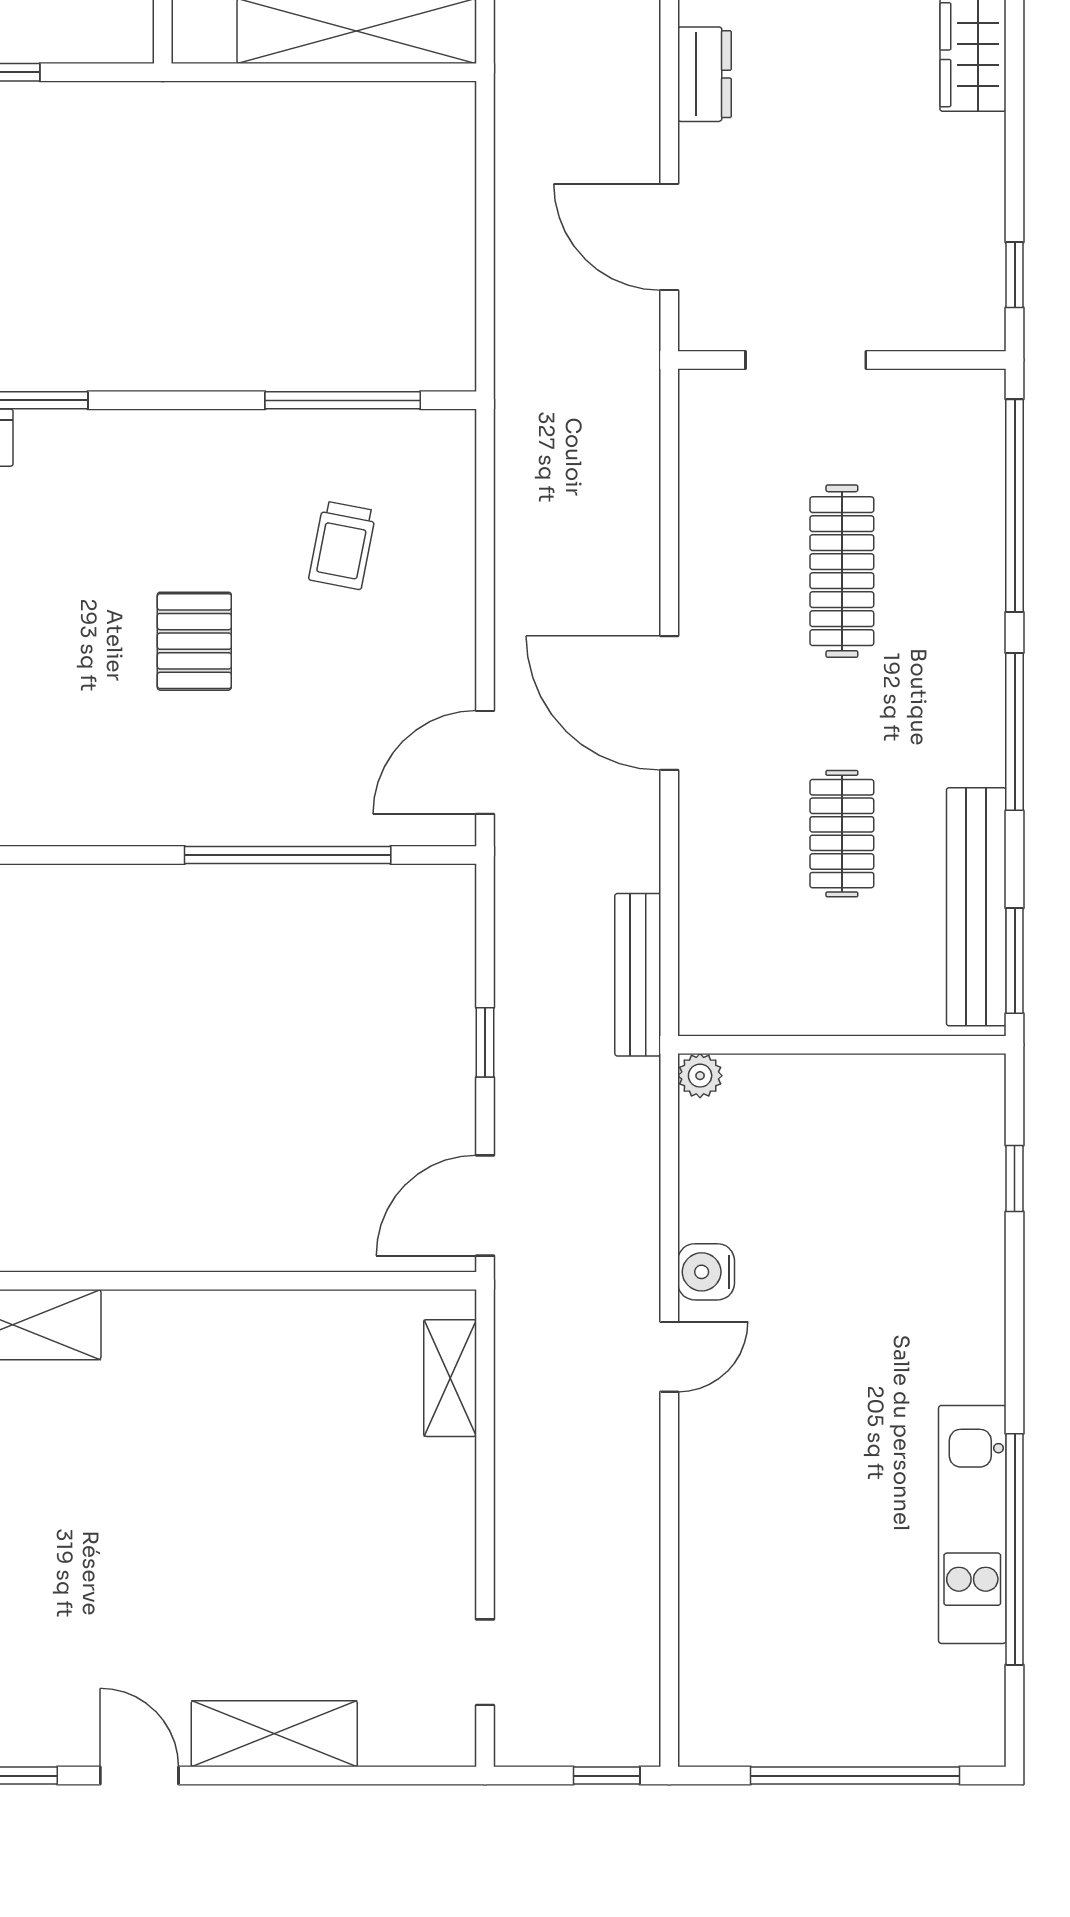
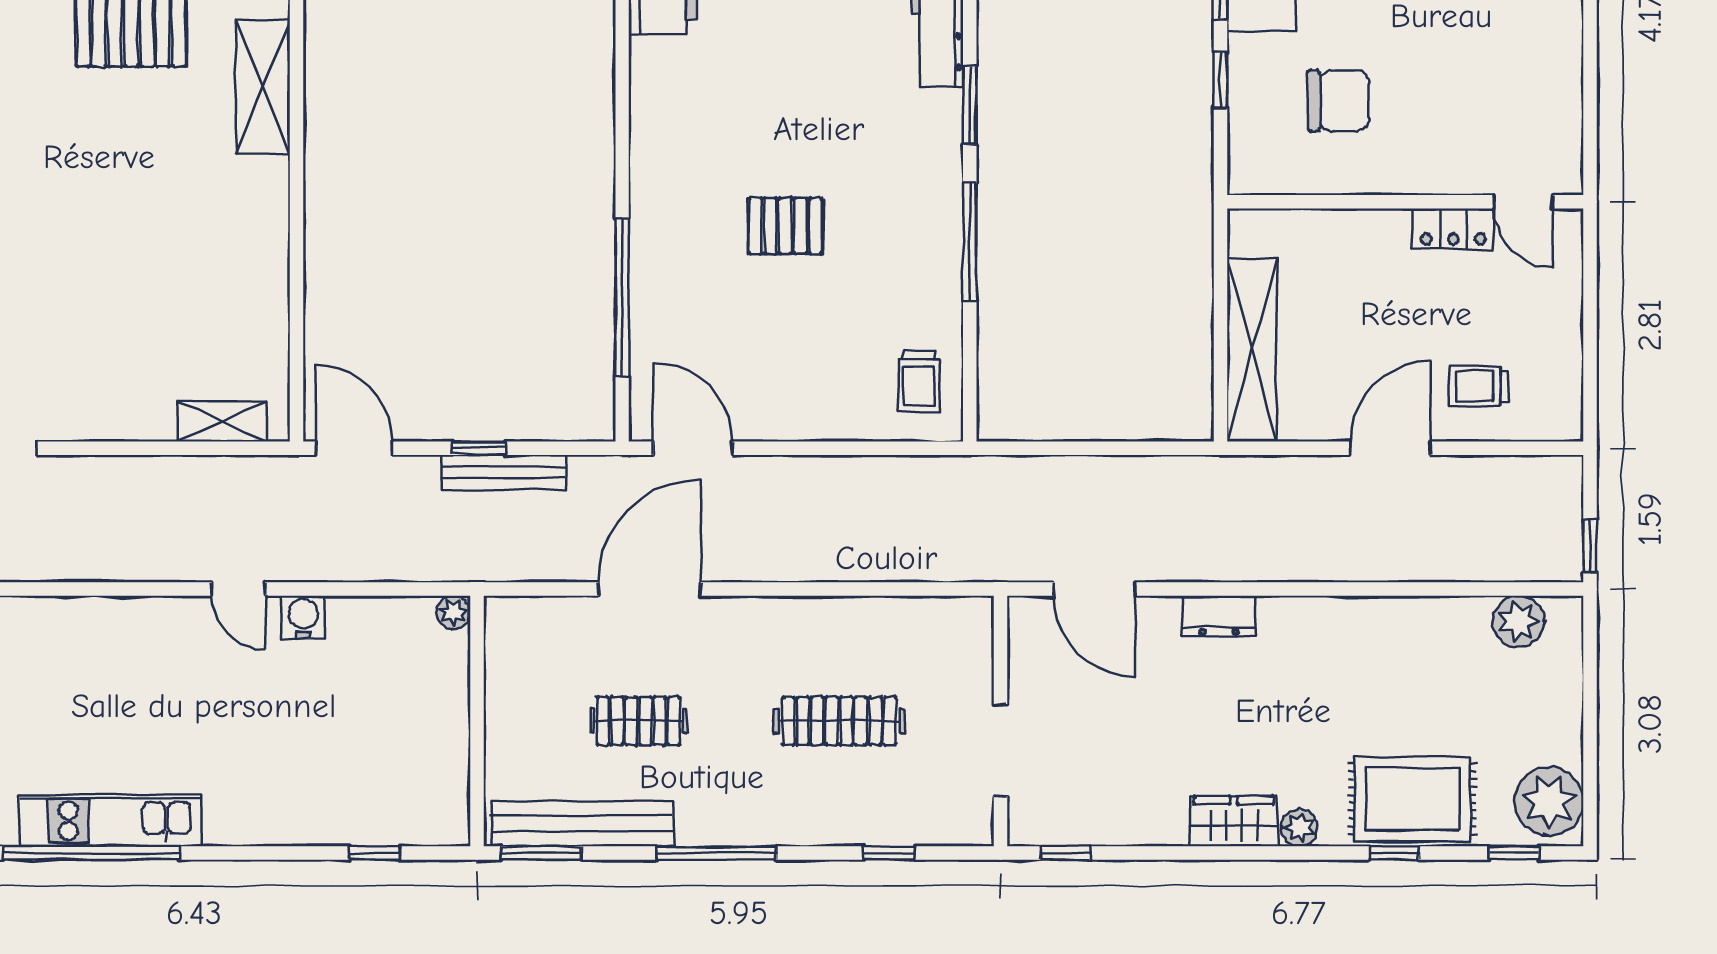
door: (669, 237) -> (1095, 589), swing flipped
doorway: (806, 360) -> (1001, 750), moved
window: (343, 400) -> (970, 242), moved
window: (1015, 506) -> (889, 853), width x0.32
trolley: (342, 545) -> (919, 381), moved, turned -101
door: (669, 703) -> (650, 589), moved
bench: (638, 975) -> (504, 472), moved

